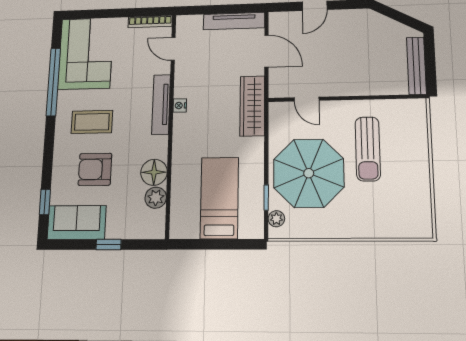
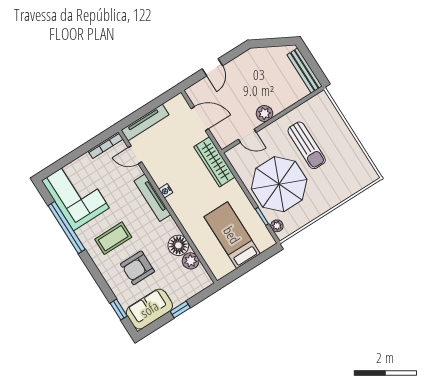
tv unit: (234, 21) -> (145, 122), moved
plant: (341, 86) -> (264, 114), added

